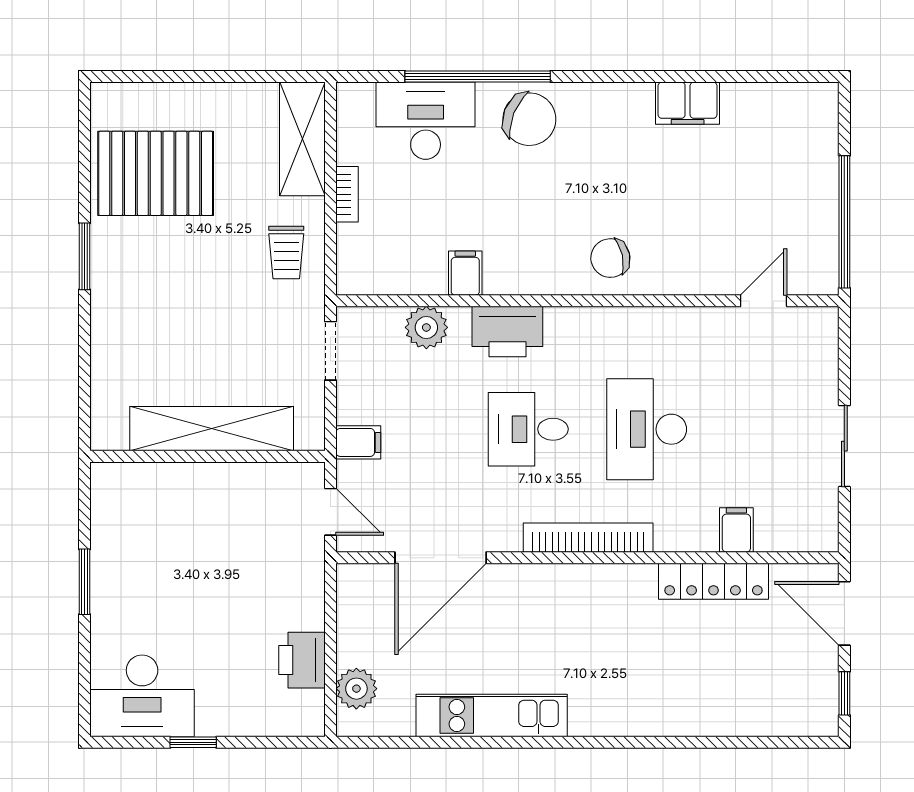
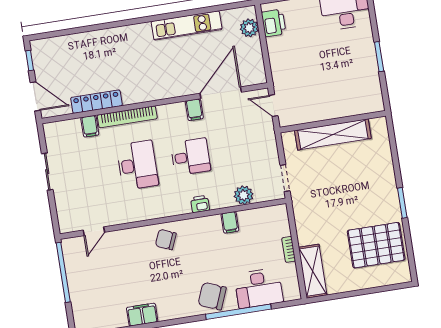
trolley: (286, 252) -> (312, 219), removed
chair: (610, 258) -> (166, 240), turned -145
printer: (507, 332) -> (200, 204), width x0.53, depth x0.68
filing cabinet: (358, 442) -> (194, 110), moved, turned -90
bookcase: (588, 538) -> (127, 117), moved
printer: (302, 660) -> (274, 23), moved

